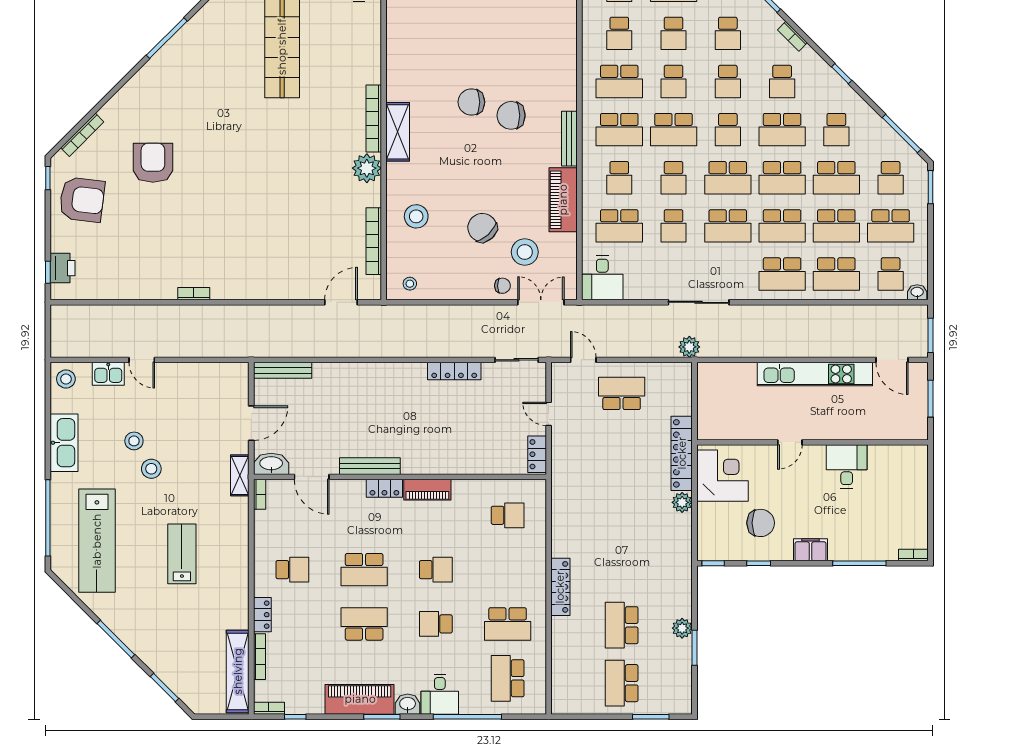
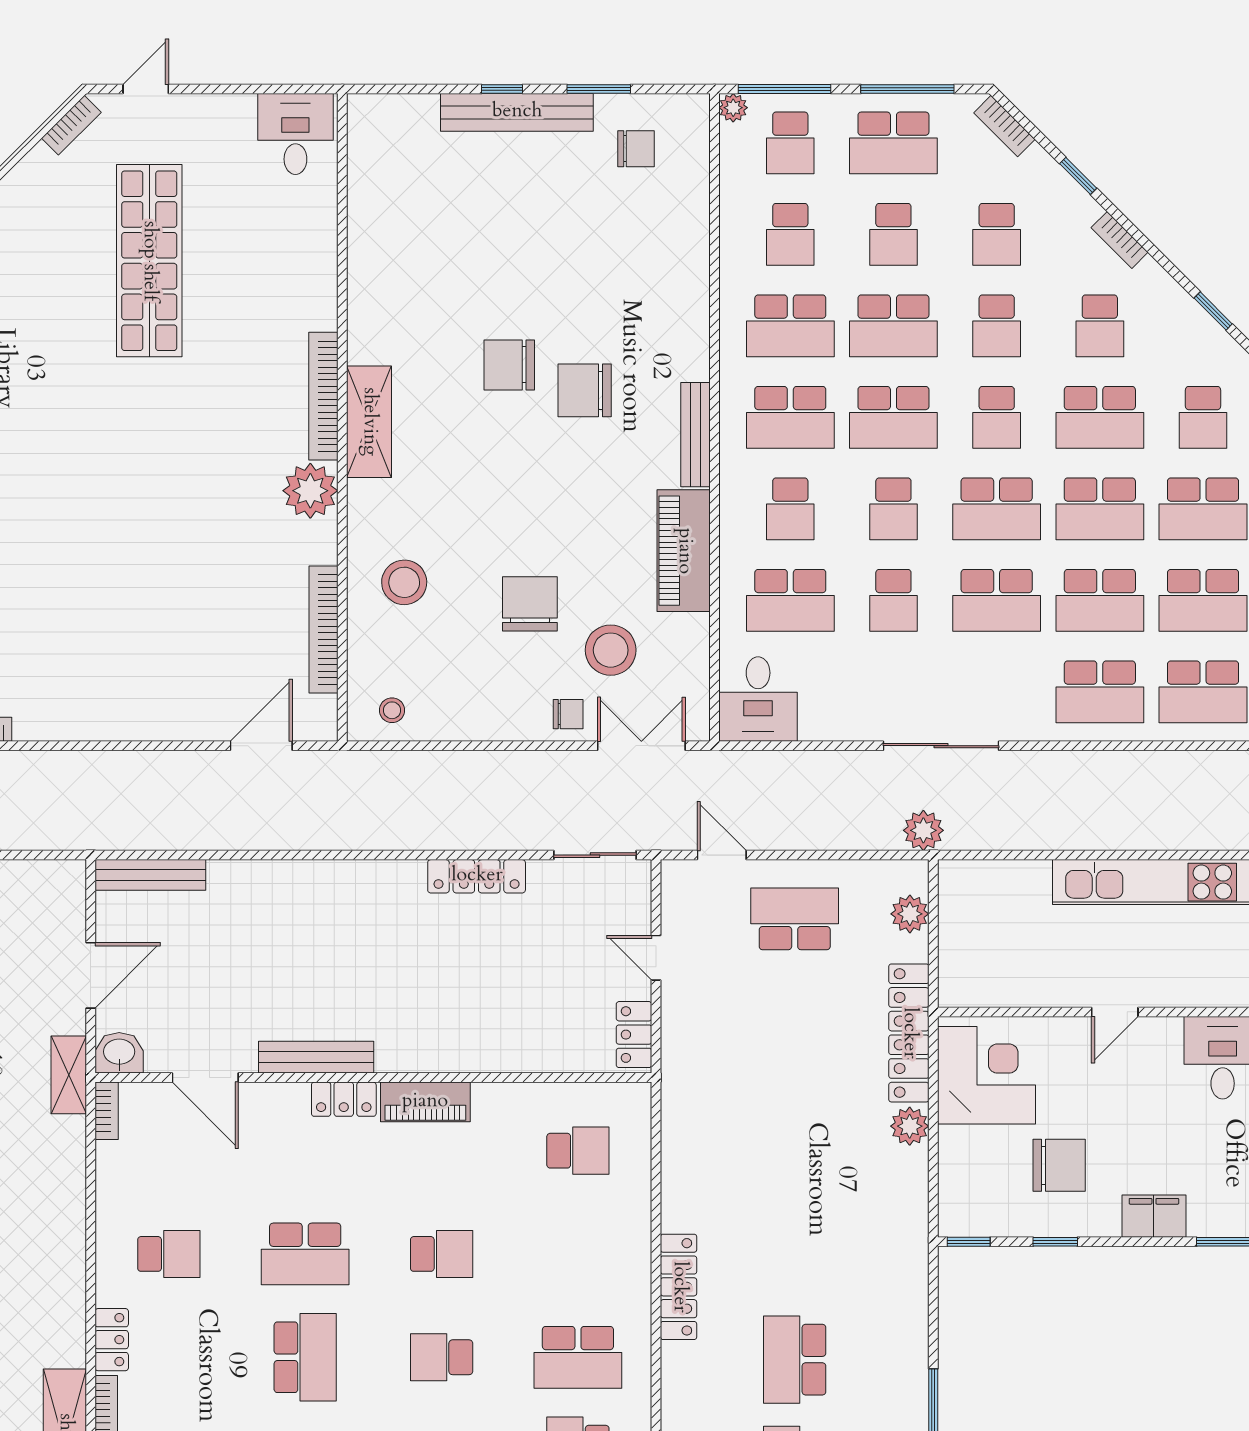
school desk: (674, 81) -> (893, 326), width x1.85
chair: (482, 228) -> (530, 604), turned 43
washbasin: (271, 464) -> (119, 1053), width x0.72
school desk: (364, 624) -> (305, 1357), turned 90
plant: (682, 628) -> (910, 914), moved

